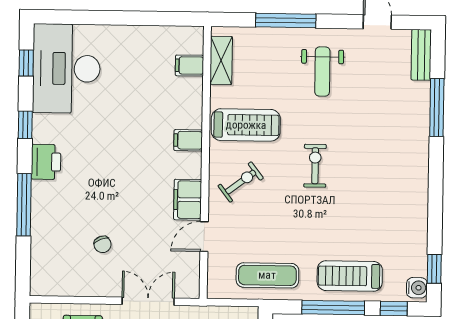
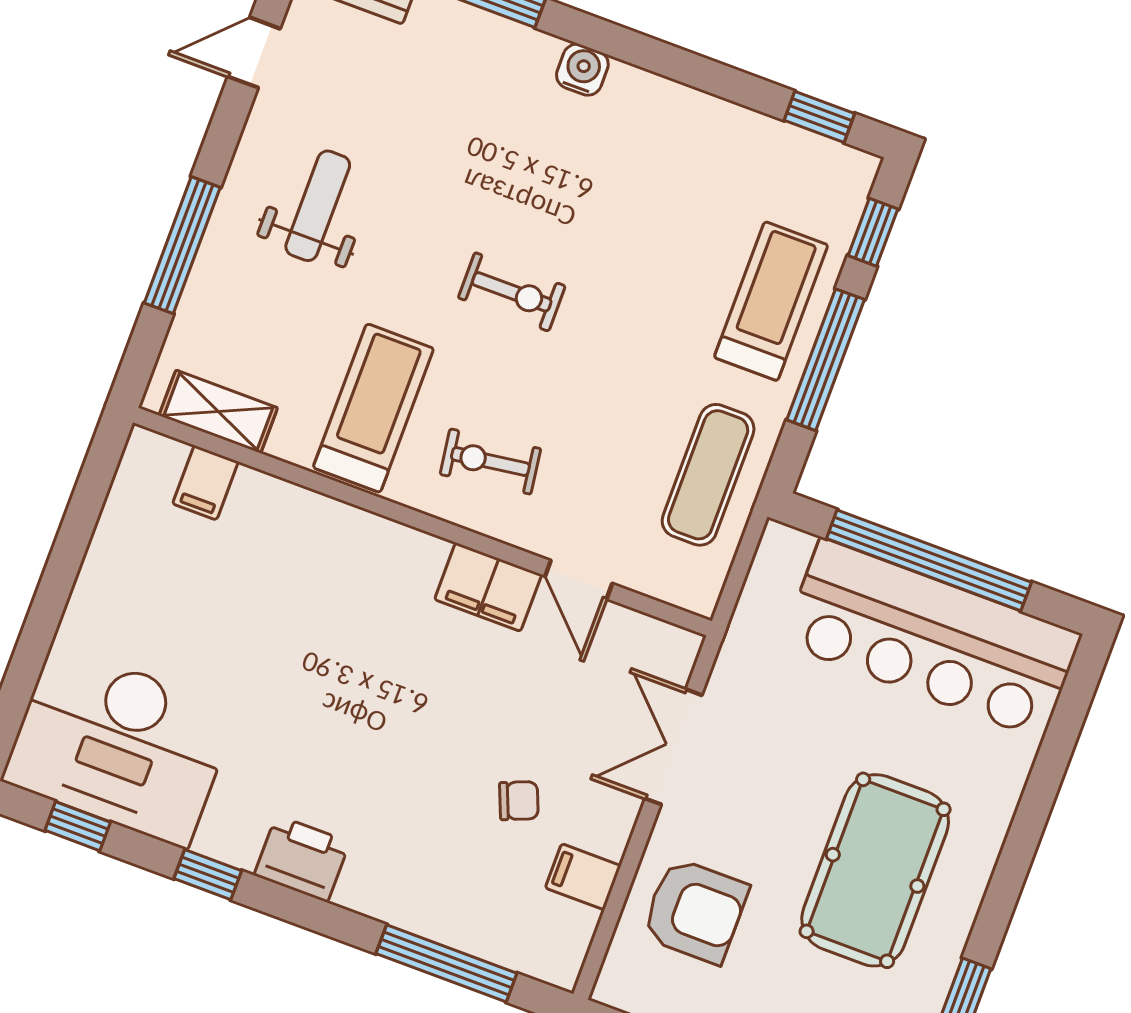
weight bench: (322, 71) -> (318, 206), turned -90
filing cabinet: (188, 140) -> (583, 877), moved, turned 90
exercise bike: (315, 166) -> (512, 292), turned 180
exercise bike: (241, 182) -> (490, 462), turned -61
window: (24, 205) -> (446, 963), moved
treadmill: (350, 276) -> (771, 301), turned 180
water cooler: (417, 288) -> (582, 70), moved

